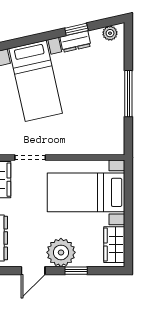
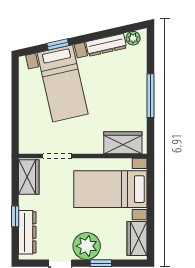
window: (76, 29) -> (58, 44), moved
dresser: (75, 42) -> (106, 45), width x1.44
wardrobe: (99, 144) -> (123, 143), added

